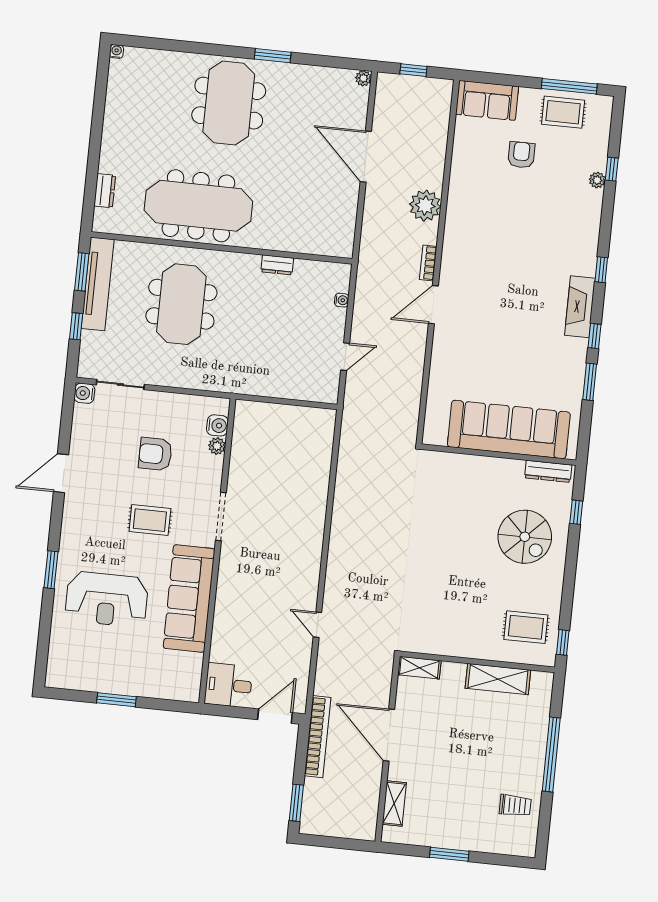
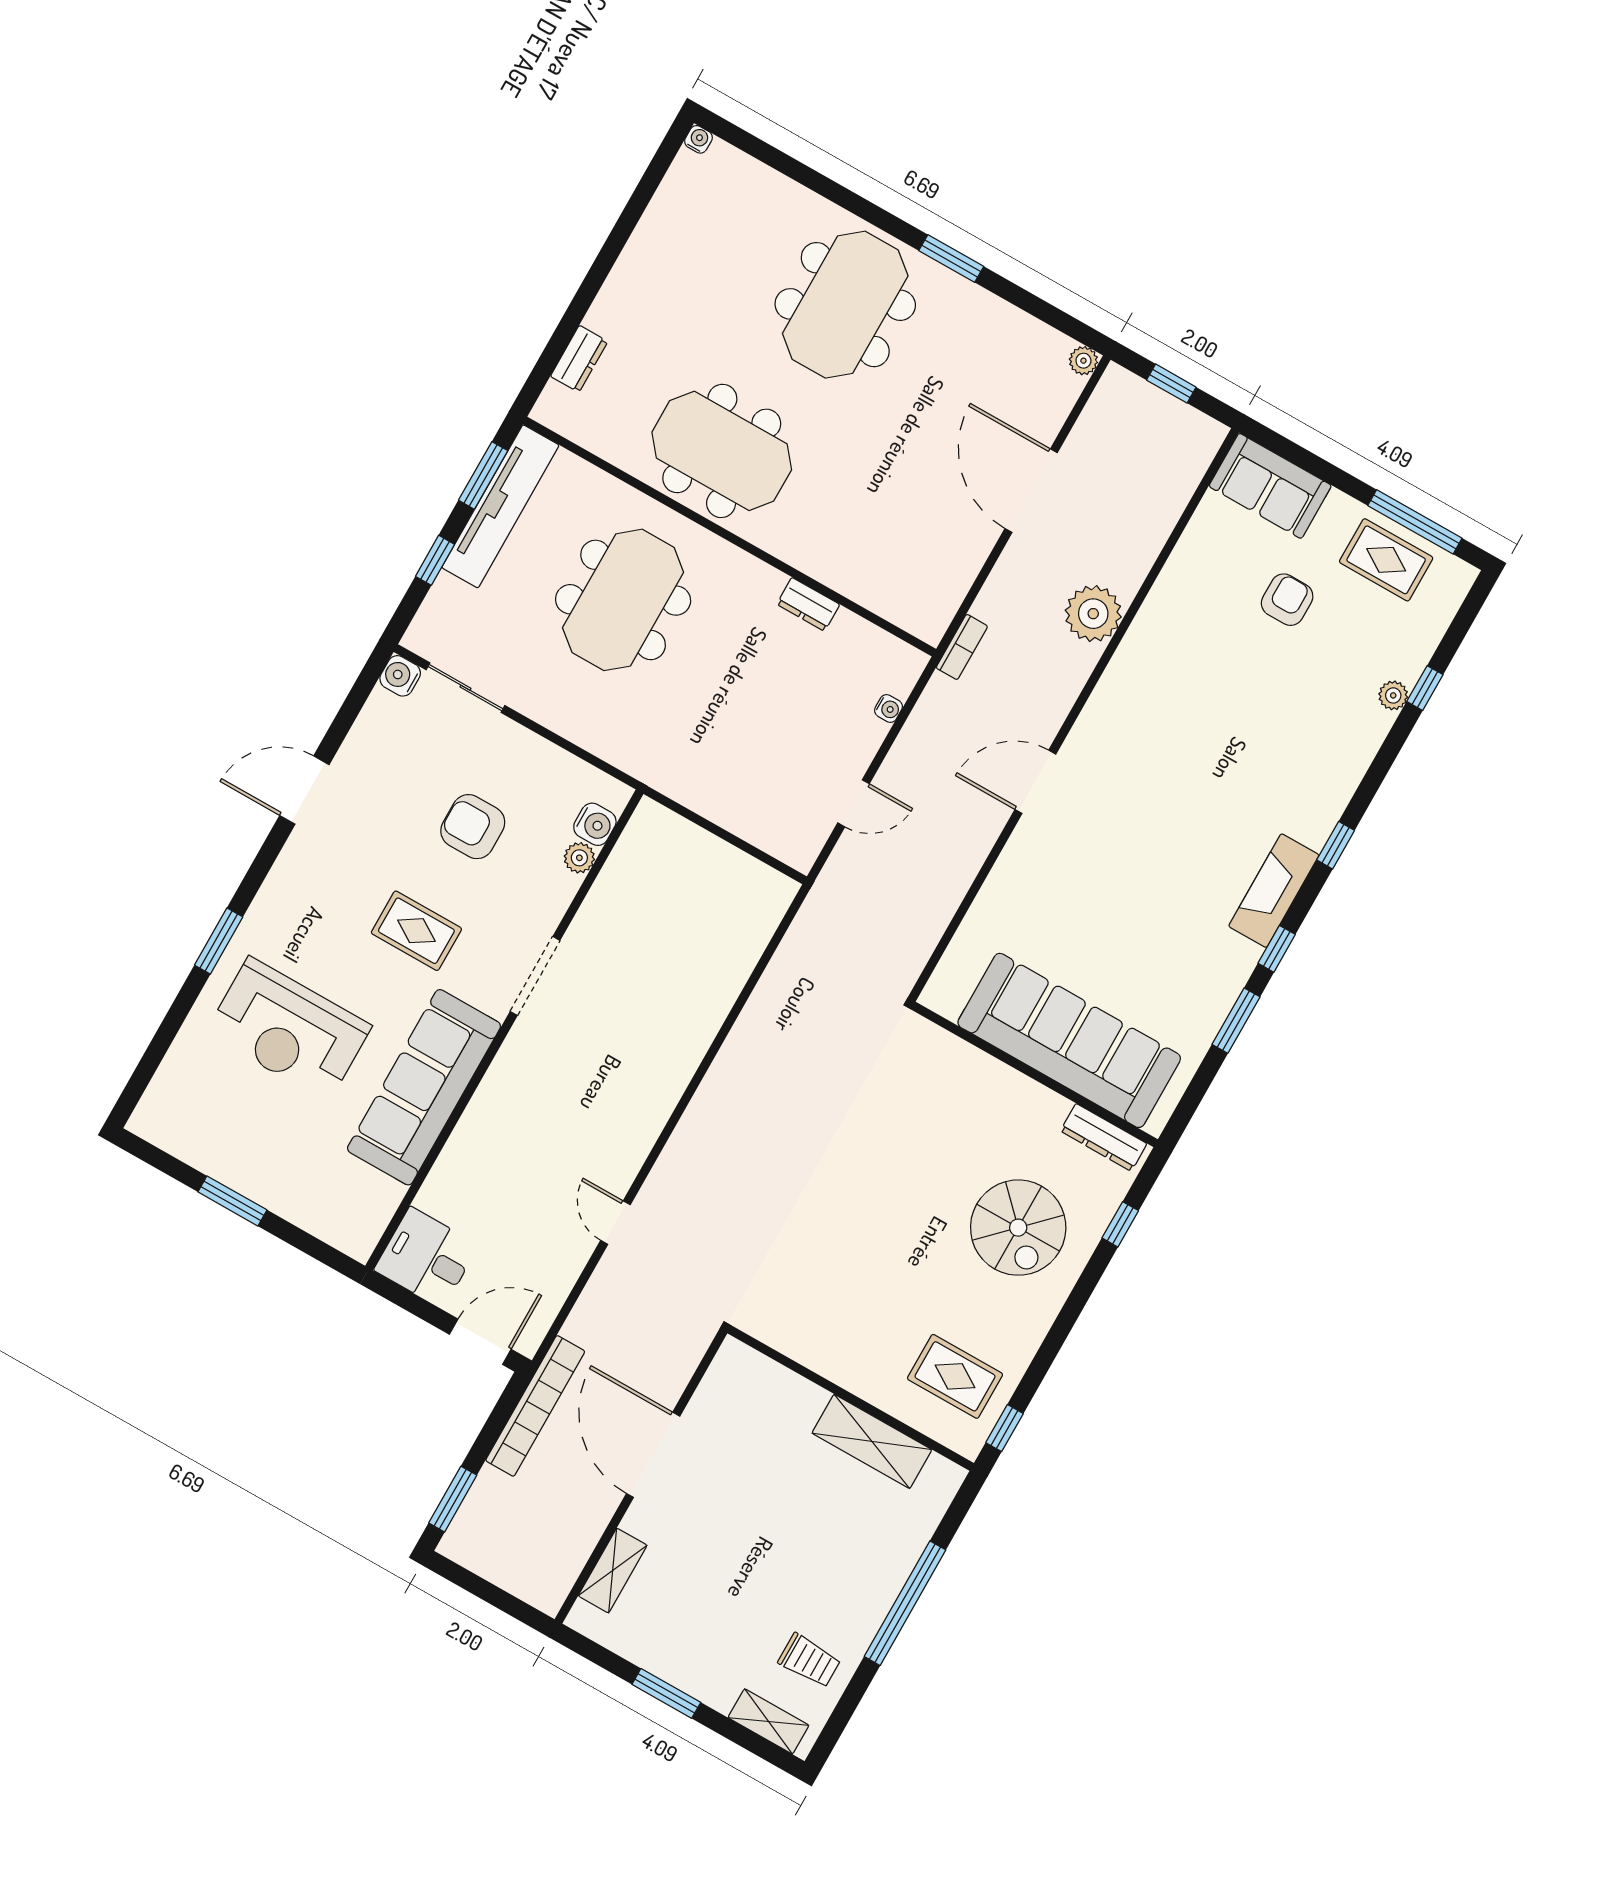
meeting table: (198, 206) -> (722, 451), width x0.73
bookcase: (428, 263) -> (962, 647), moved, turned 180
shelving: (419, 668) -> (768, 1721), moved

